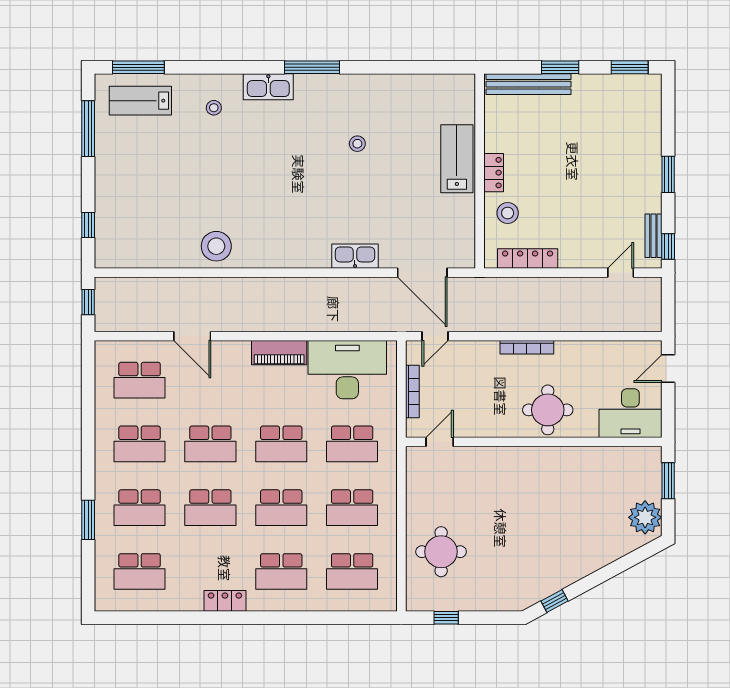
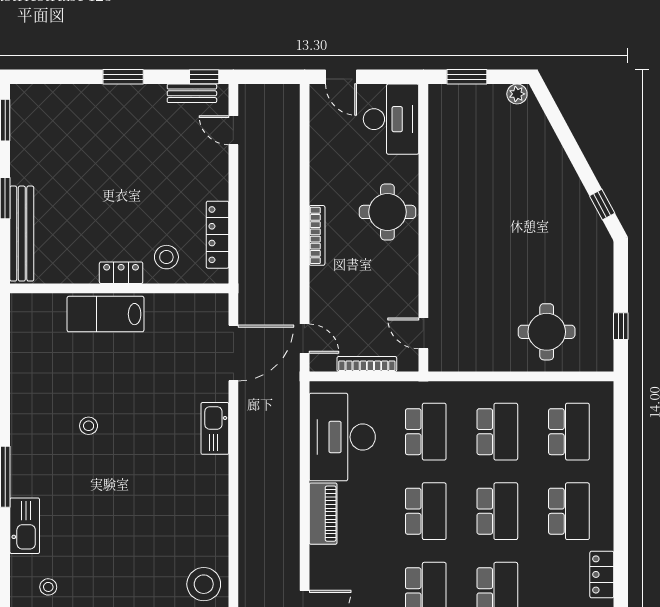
plant: (645, 517) -> (517, 94), width x0.53, depth x0.53

